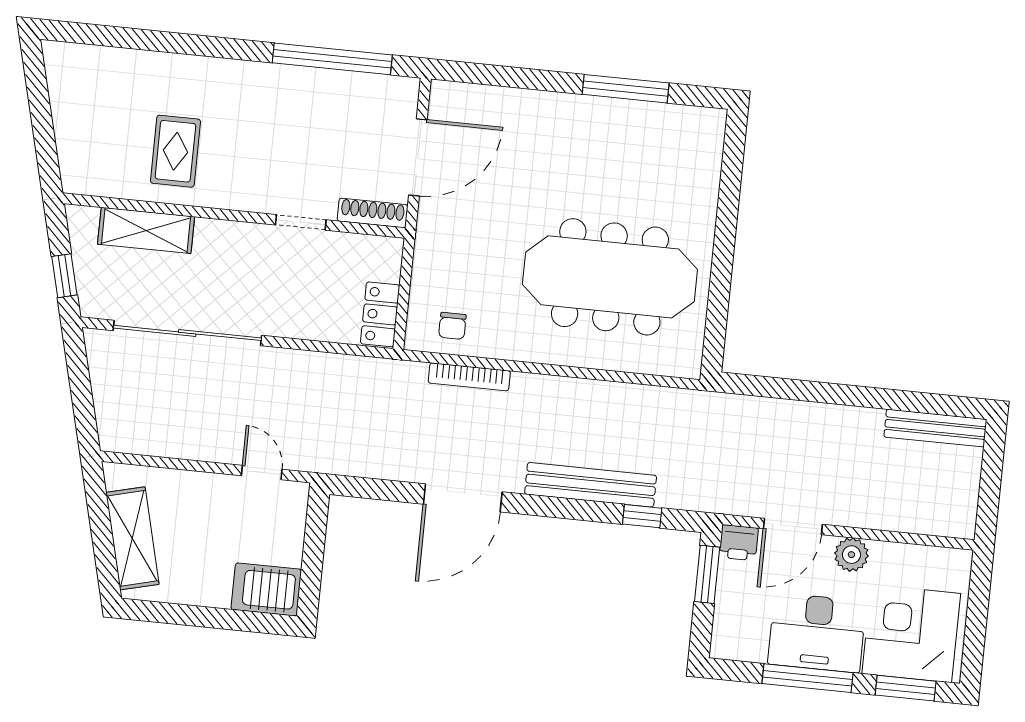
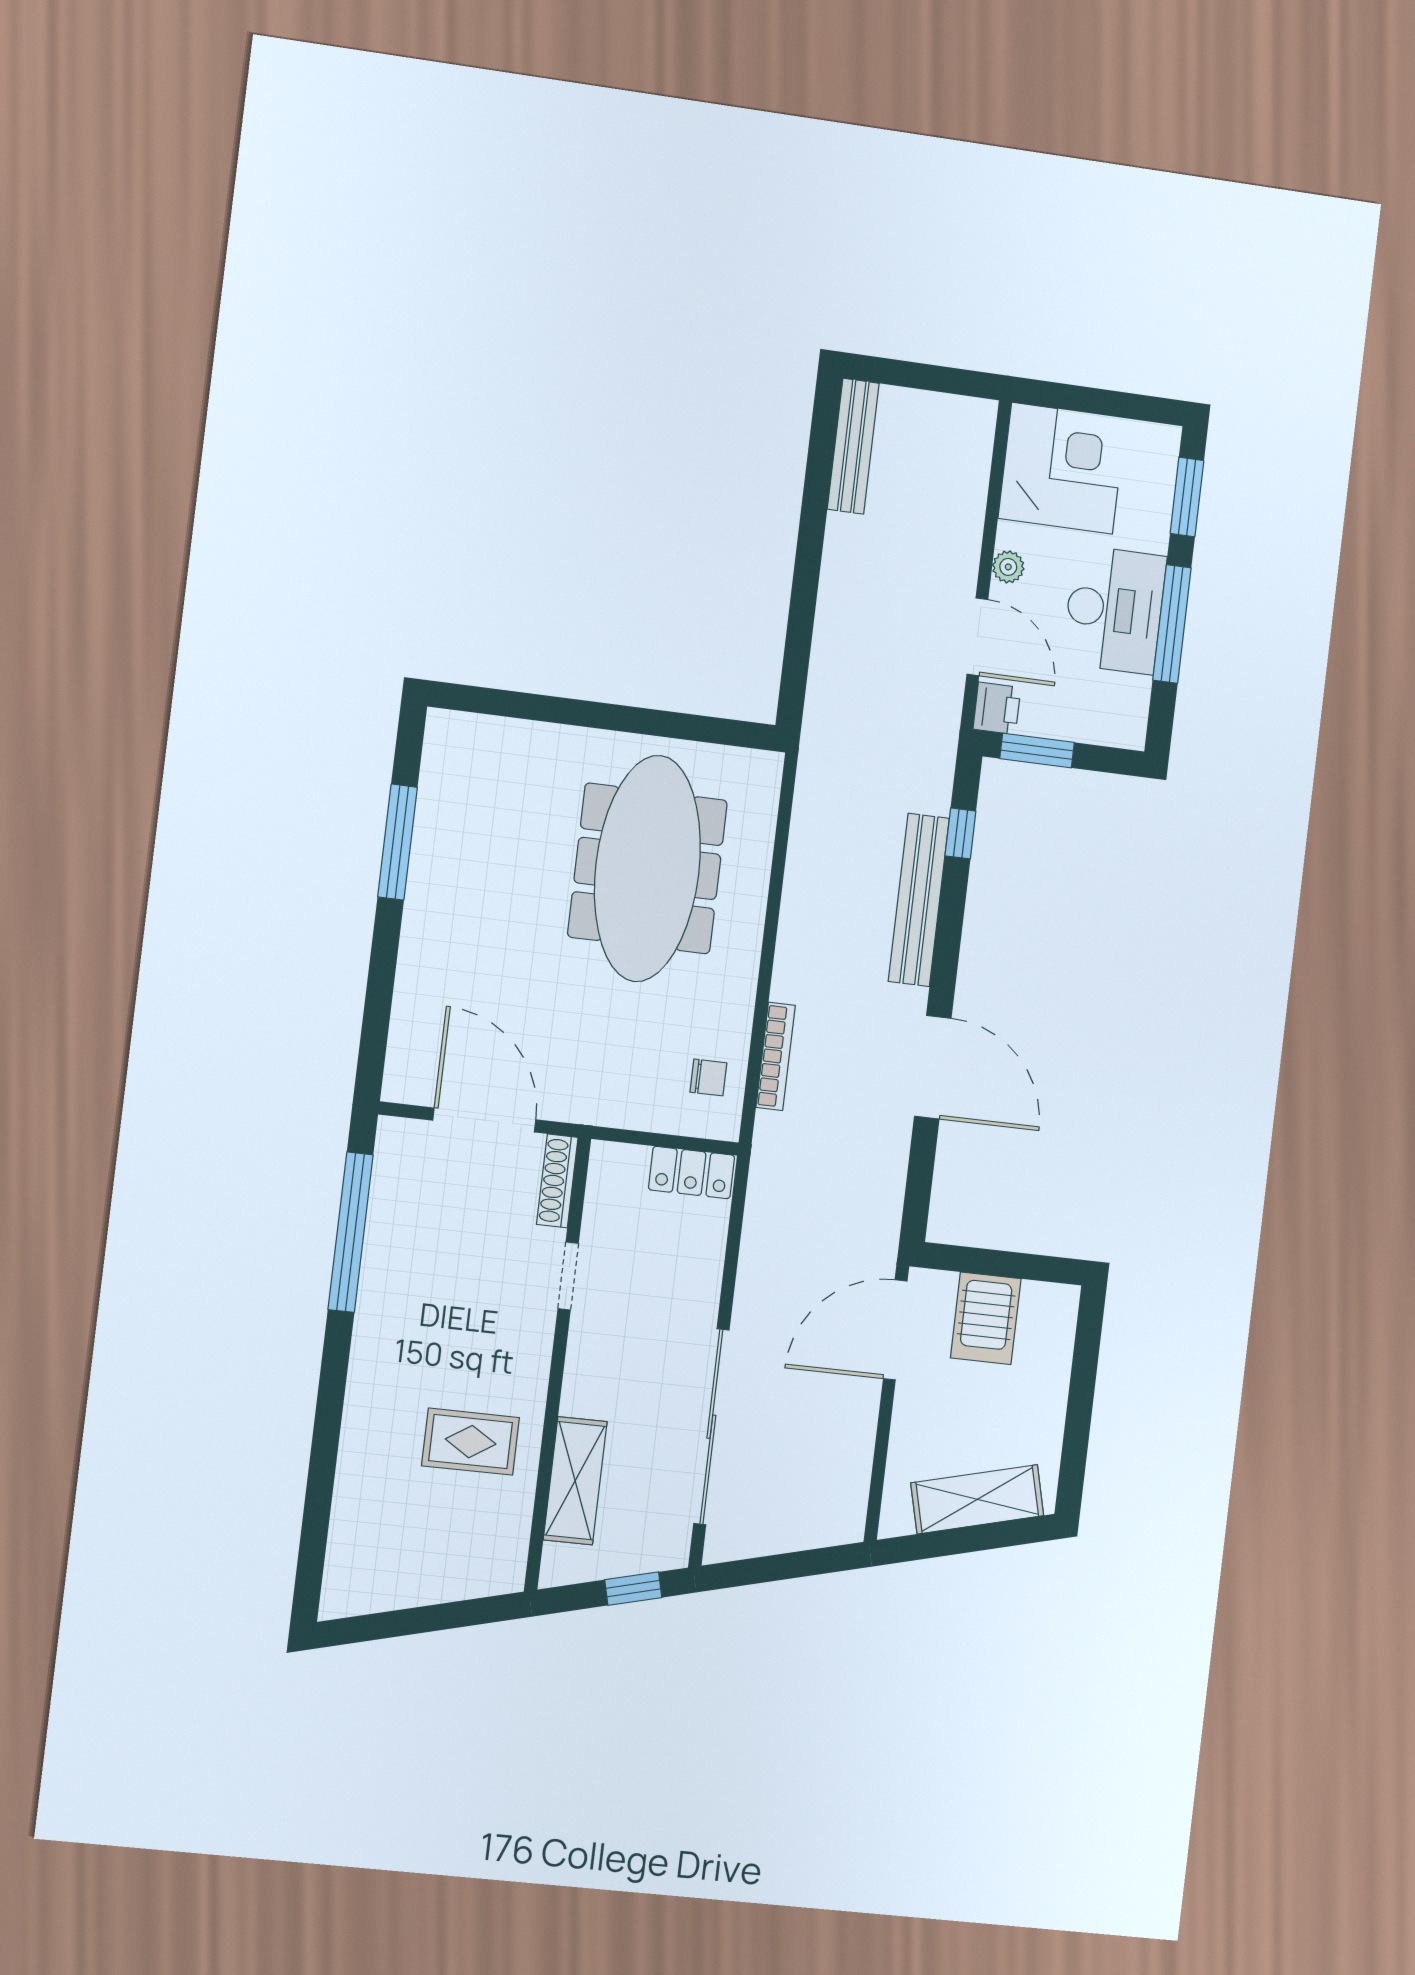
door: (262, 473) -> (895, 1330), width x1.87
plant: (851, 555) -> (1008, 567), width x0.73, depth x0.73
server rack: (266, 589) -> (986, 1318), moved
corner desk: (911, 634) -> (1062, 468), moved, turned 180

